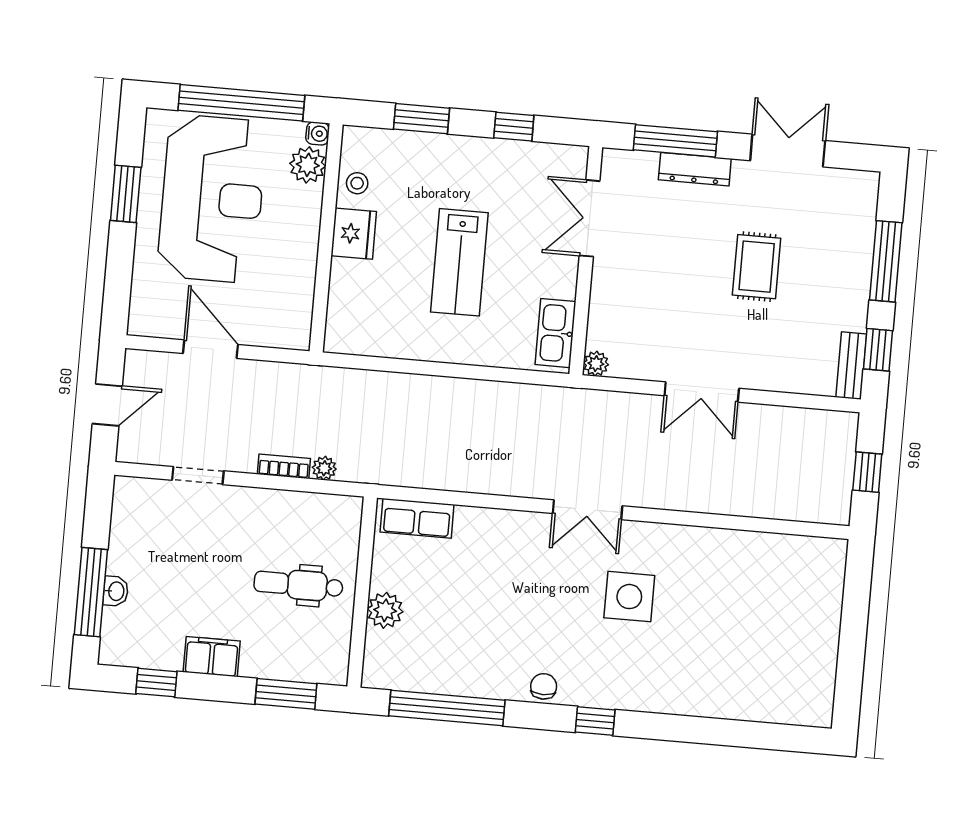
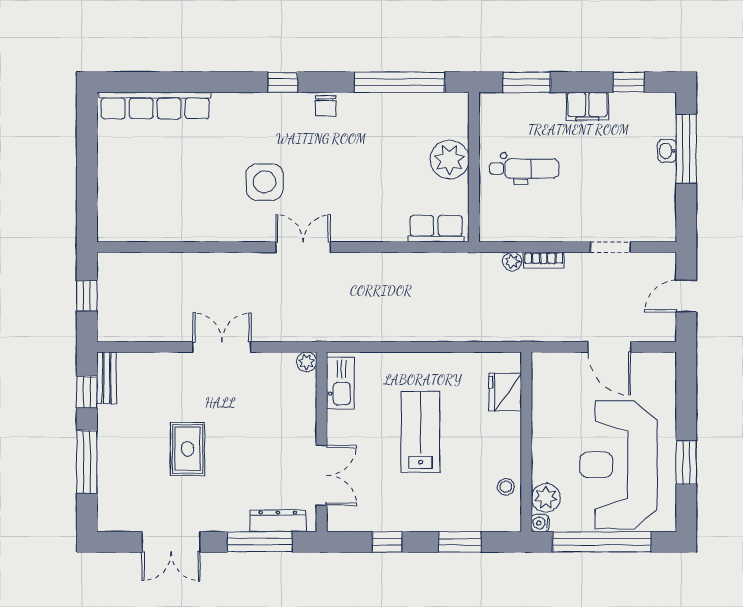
dresser: (695, 169) -> (278, 521), moved
fridge: (354, 234) -> (505, 392), moved
plant: (385, 610) -> (450, 160), width x1.36, depth x1.36
row of seats: (760, 706) -> (155, 105), added

